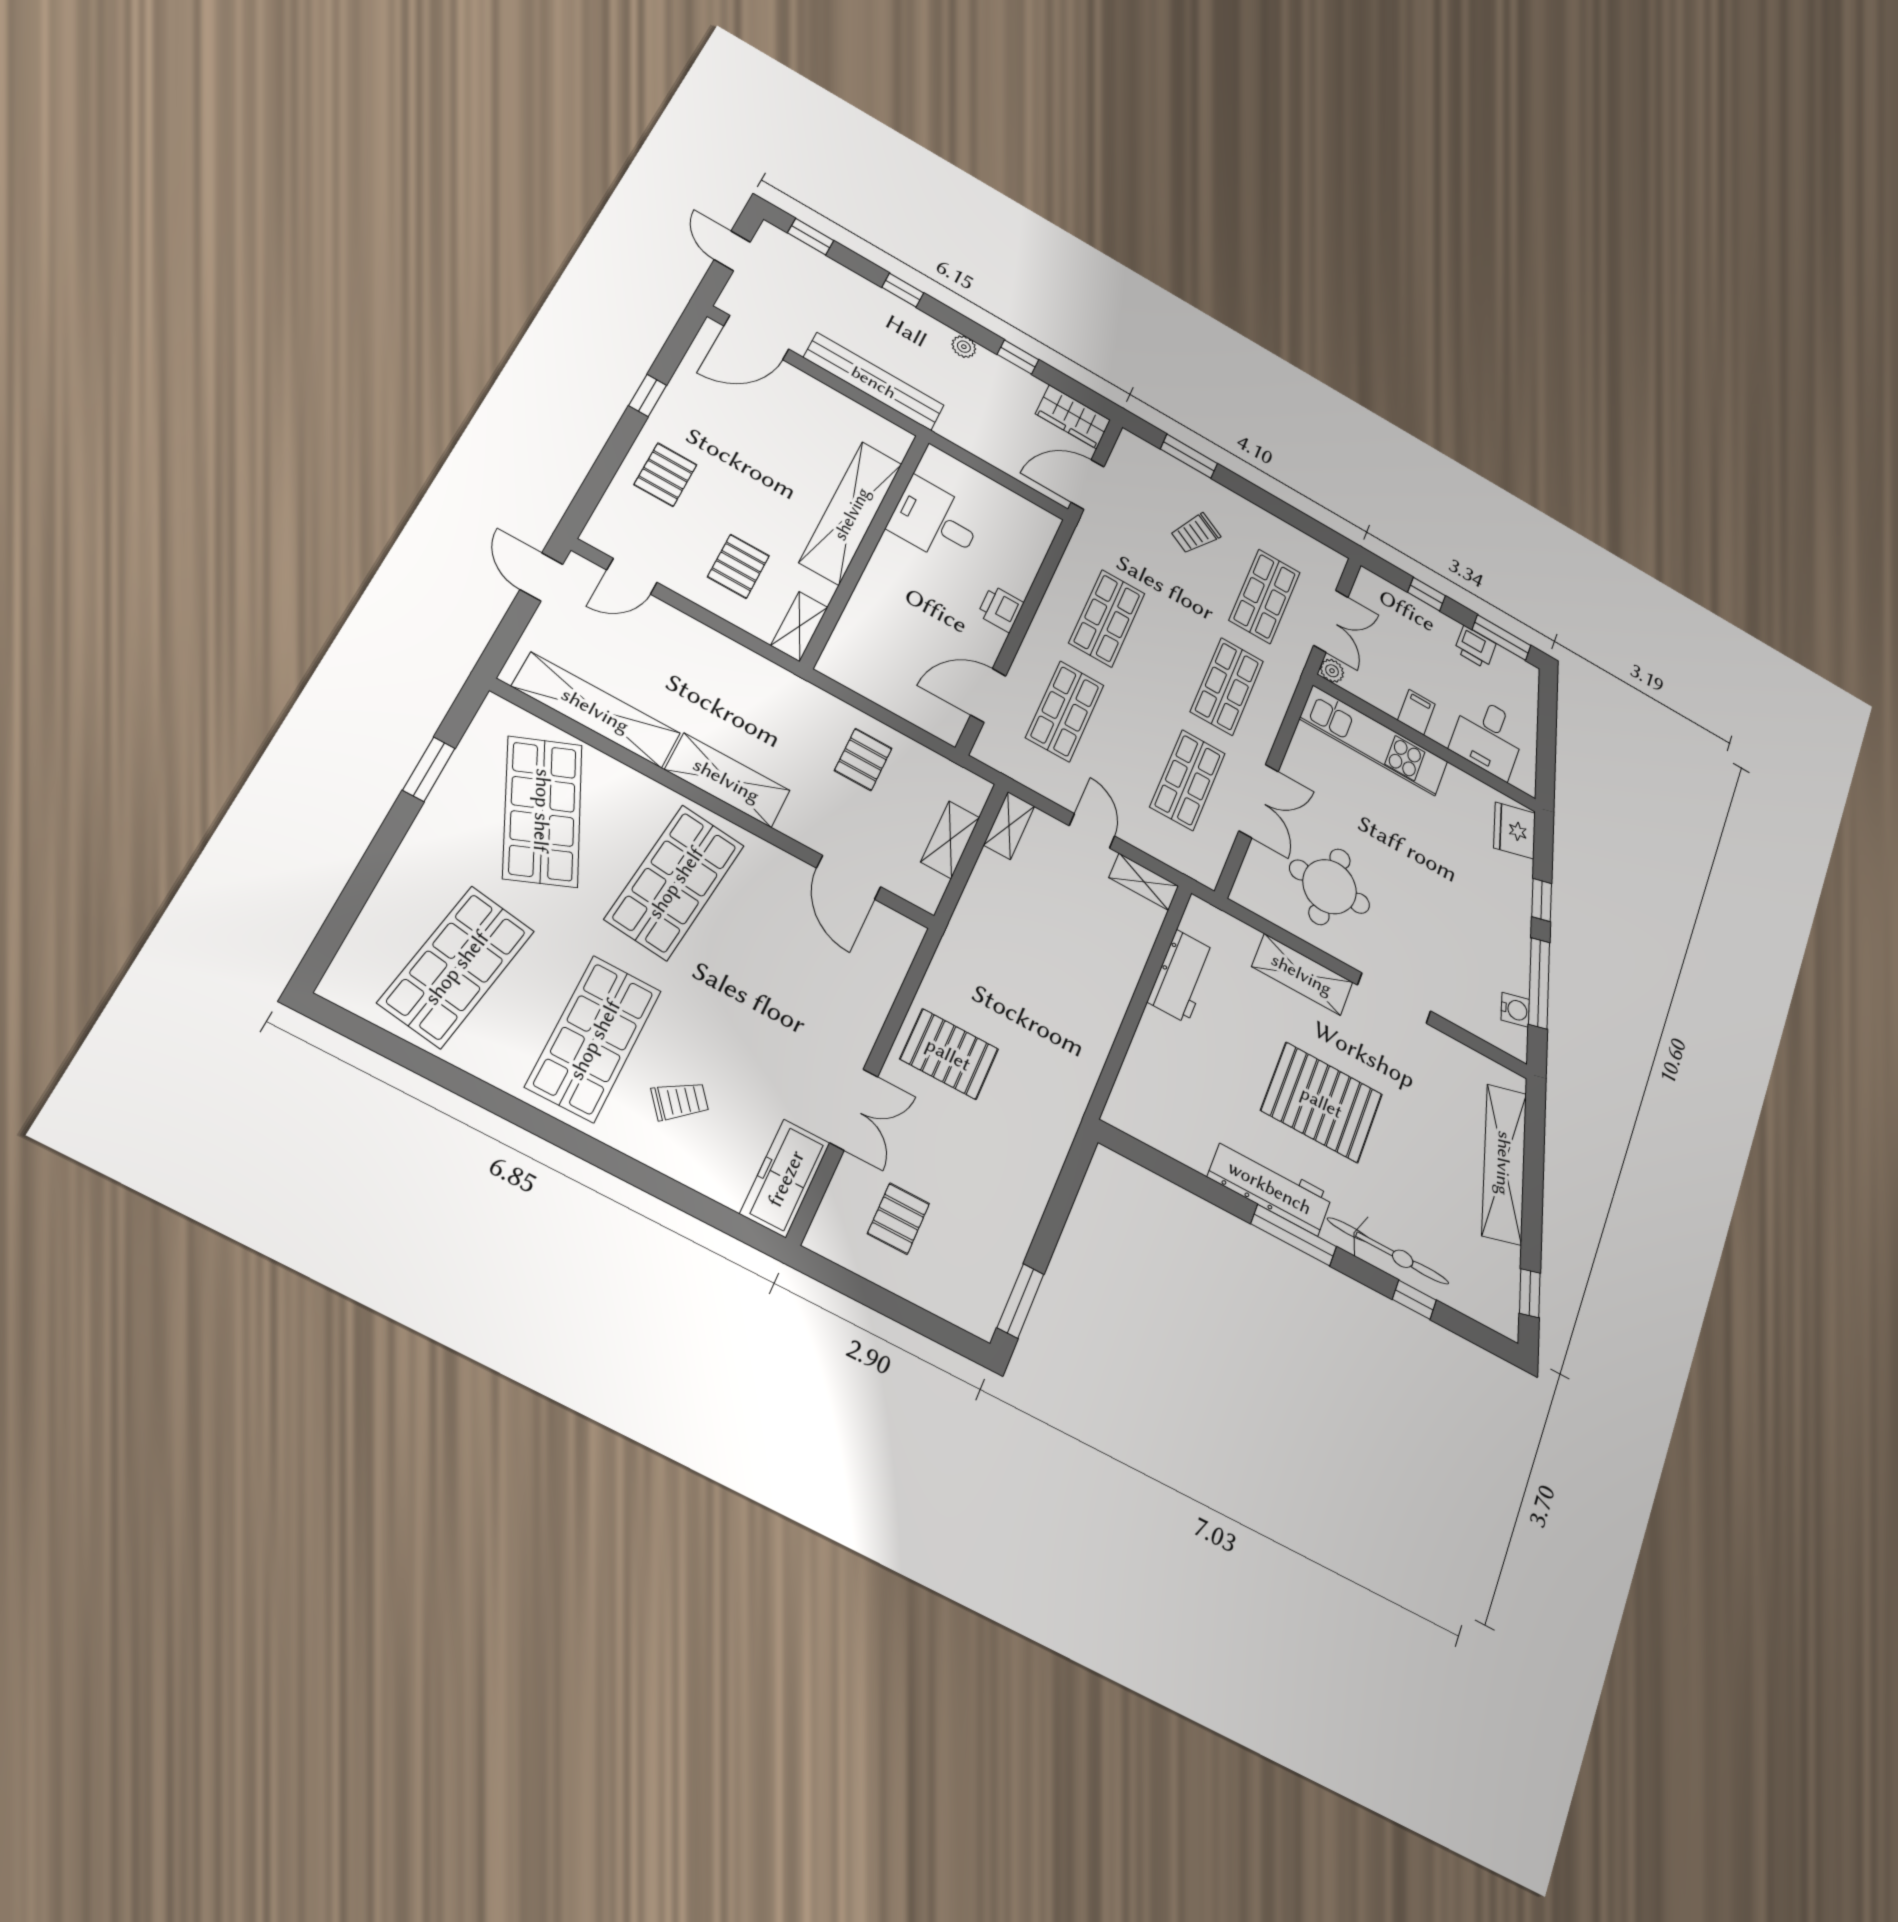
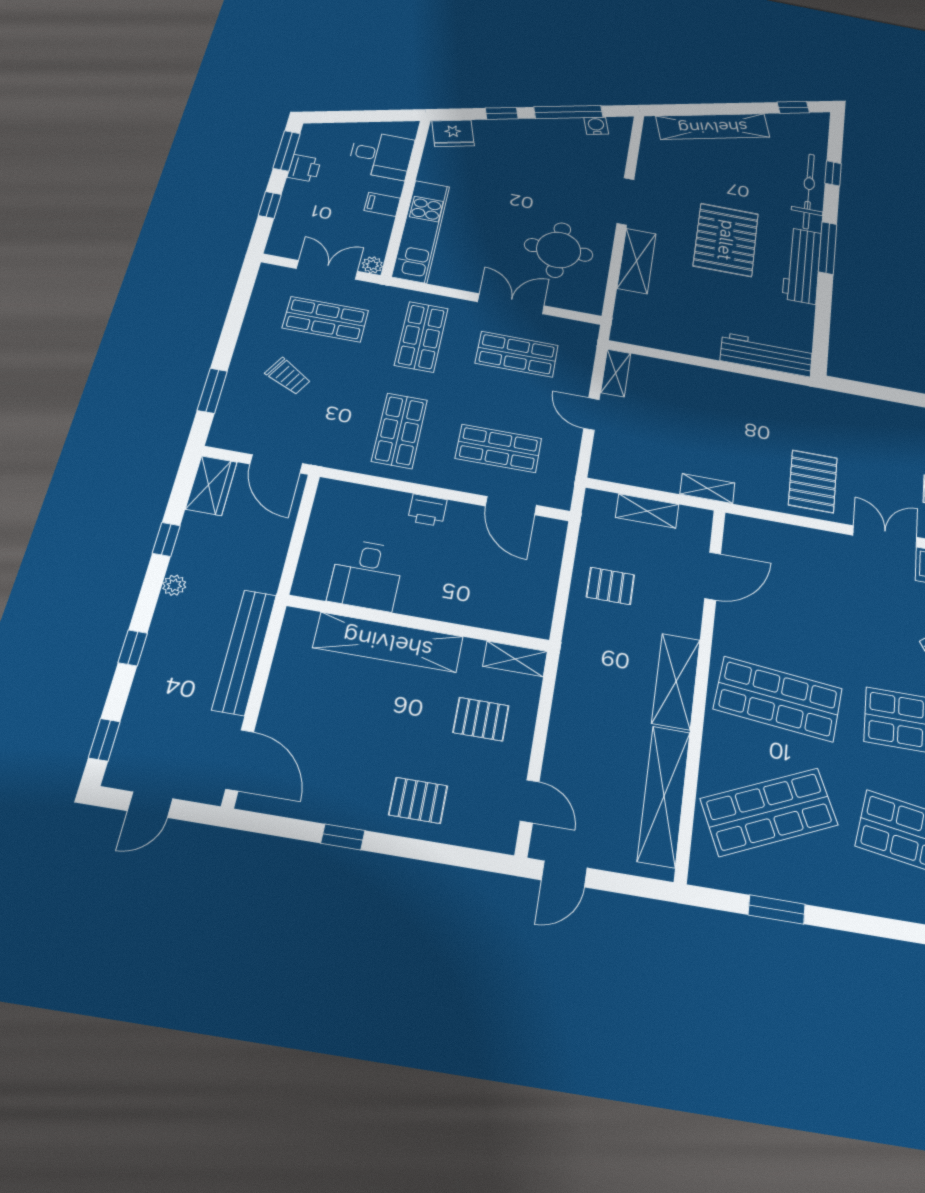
shop shelf: (1107, 618) -> (400, 431), turned 90
shop shelf: (1227, 686) -> (421, 337), turned 90
shelving: (1009, 826) -> (707, 489), moved
door: (1092, 831) -> (591, 414), hinge flipped
workbench: (1182, 976) -> (766, 355), moved, width x1.38

